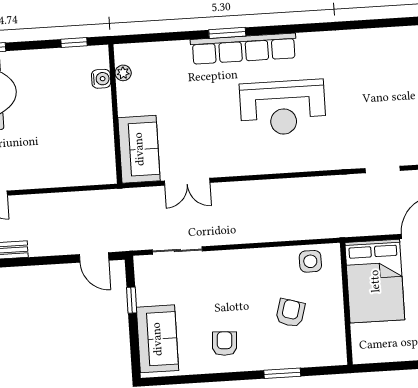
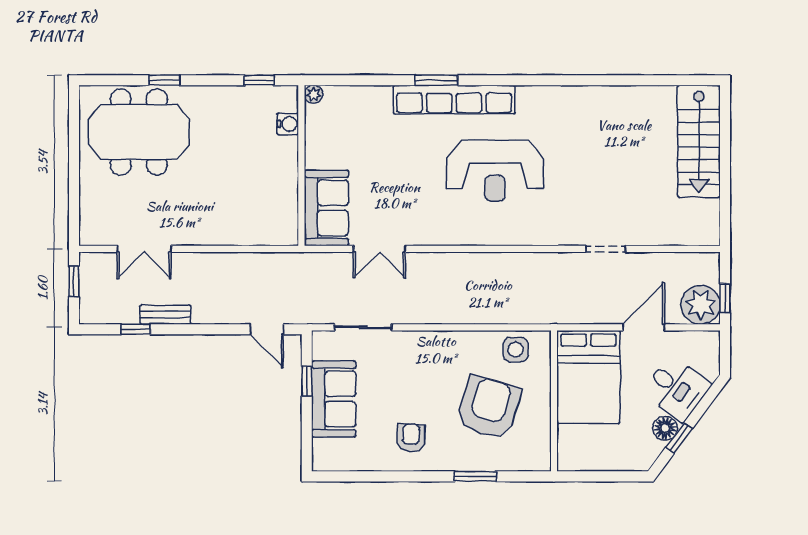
plant: (123, 73) -> (314, 94), moved
armchair: (290, 313) -> (489, 407), width x1.88, depth x1.88
sofa: (157, 339) -> (334, 399), moved

